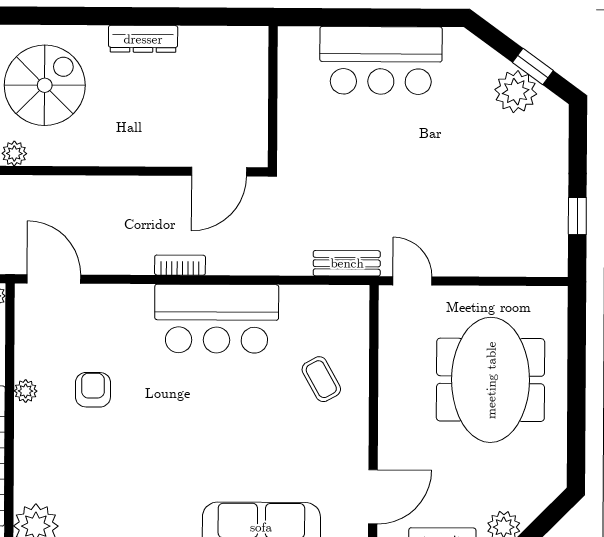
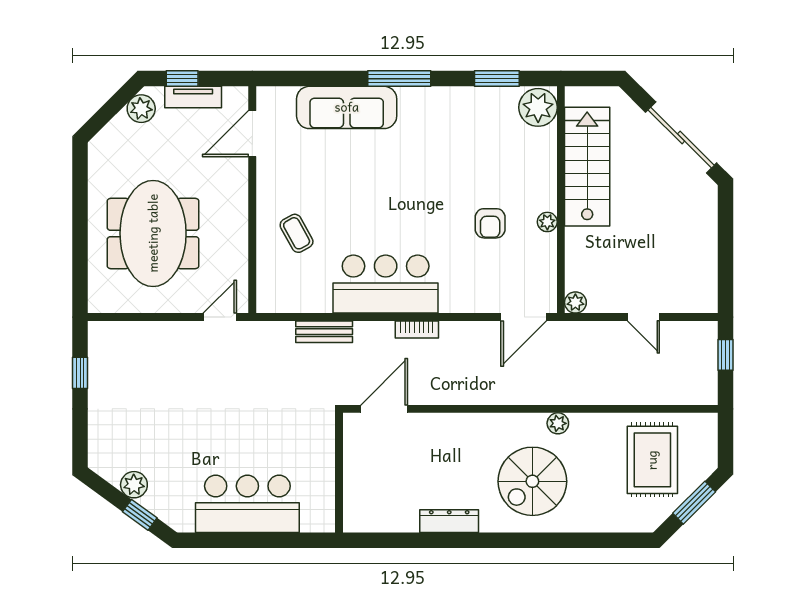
window: (533, 67) -> (140, 515), moved
plant: (516, 92) -> (134, 485), width x0.73, depth x0.73
bench: (347, 263) -> (324, 332), moved
door: (54, 279) -> (524, 317), hinge flipped
door: (412, 281) -> (220, 317), swing flipped

